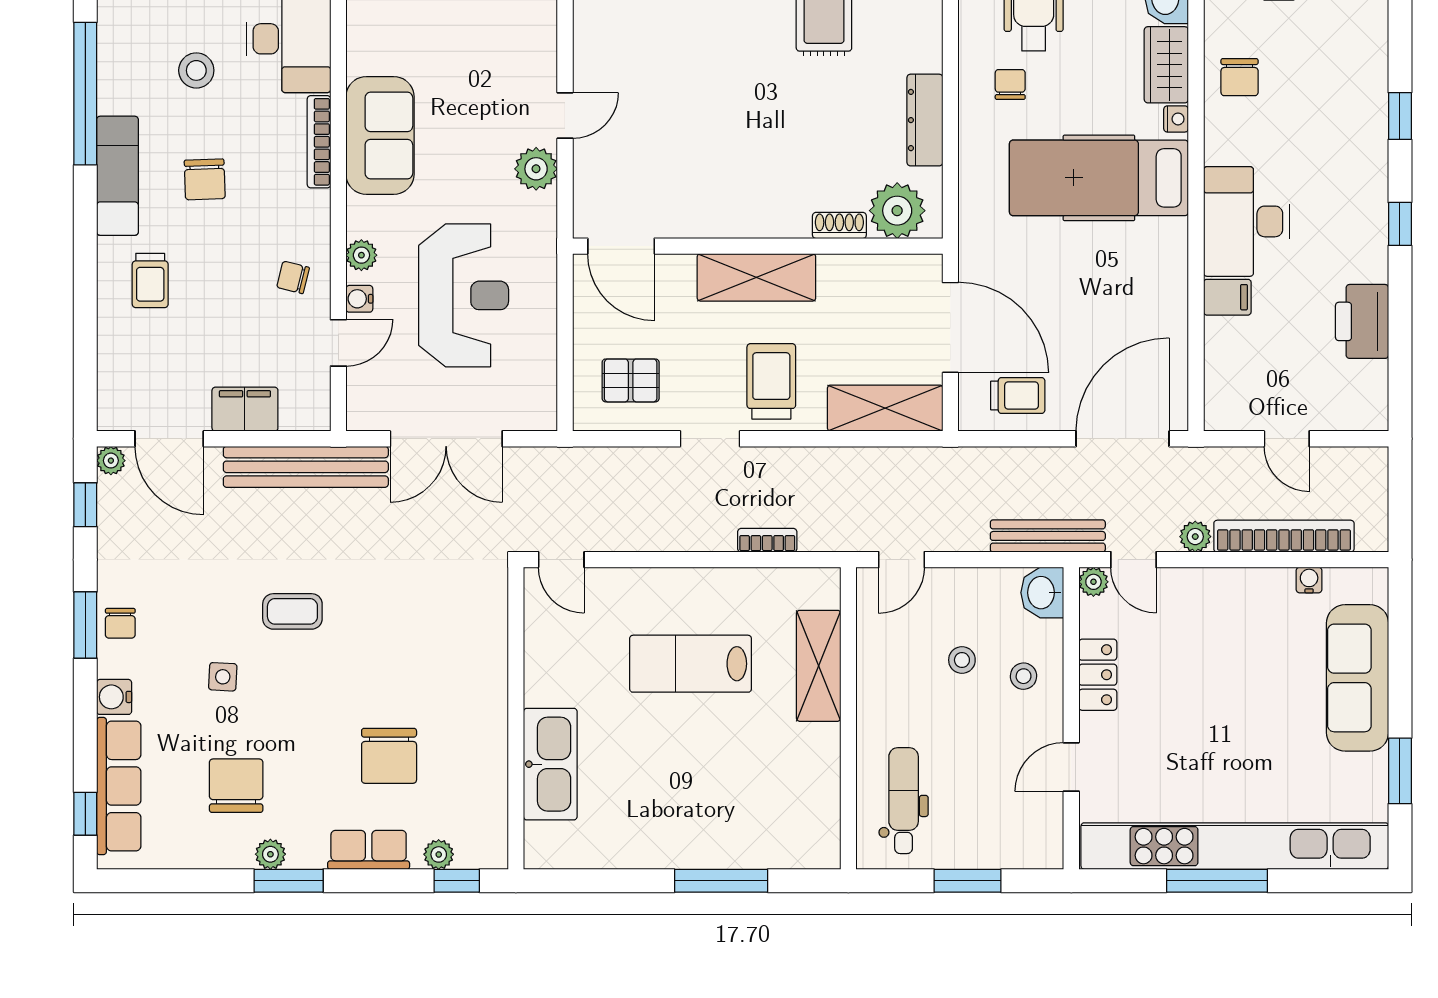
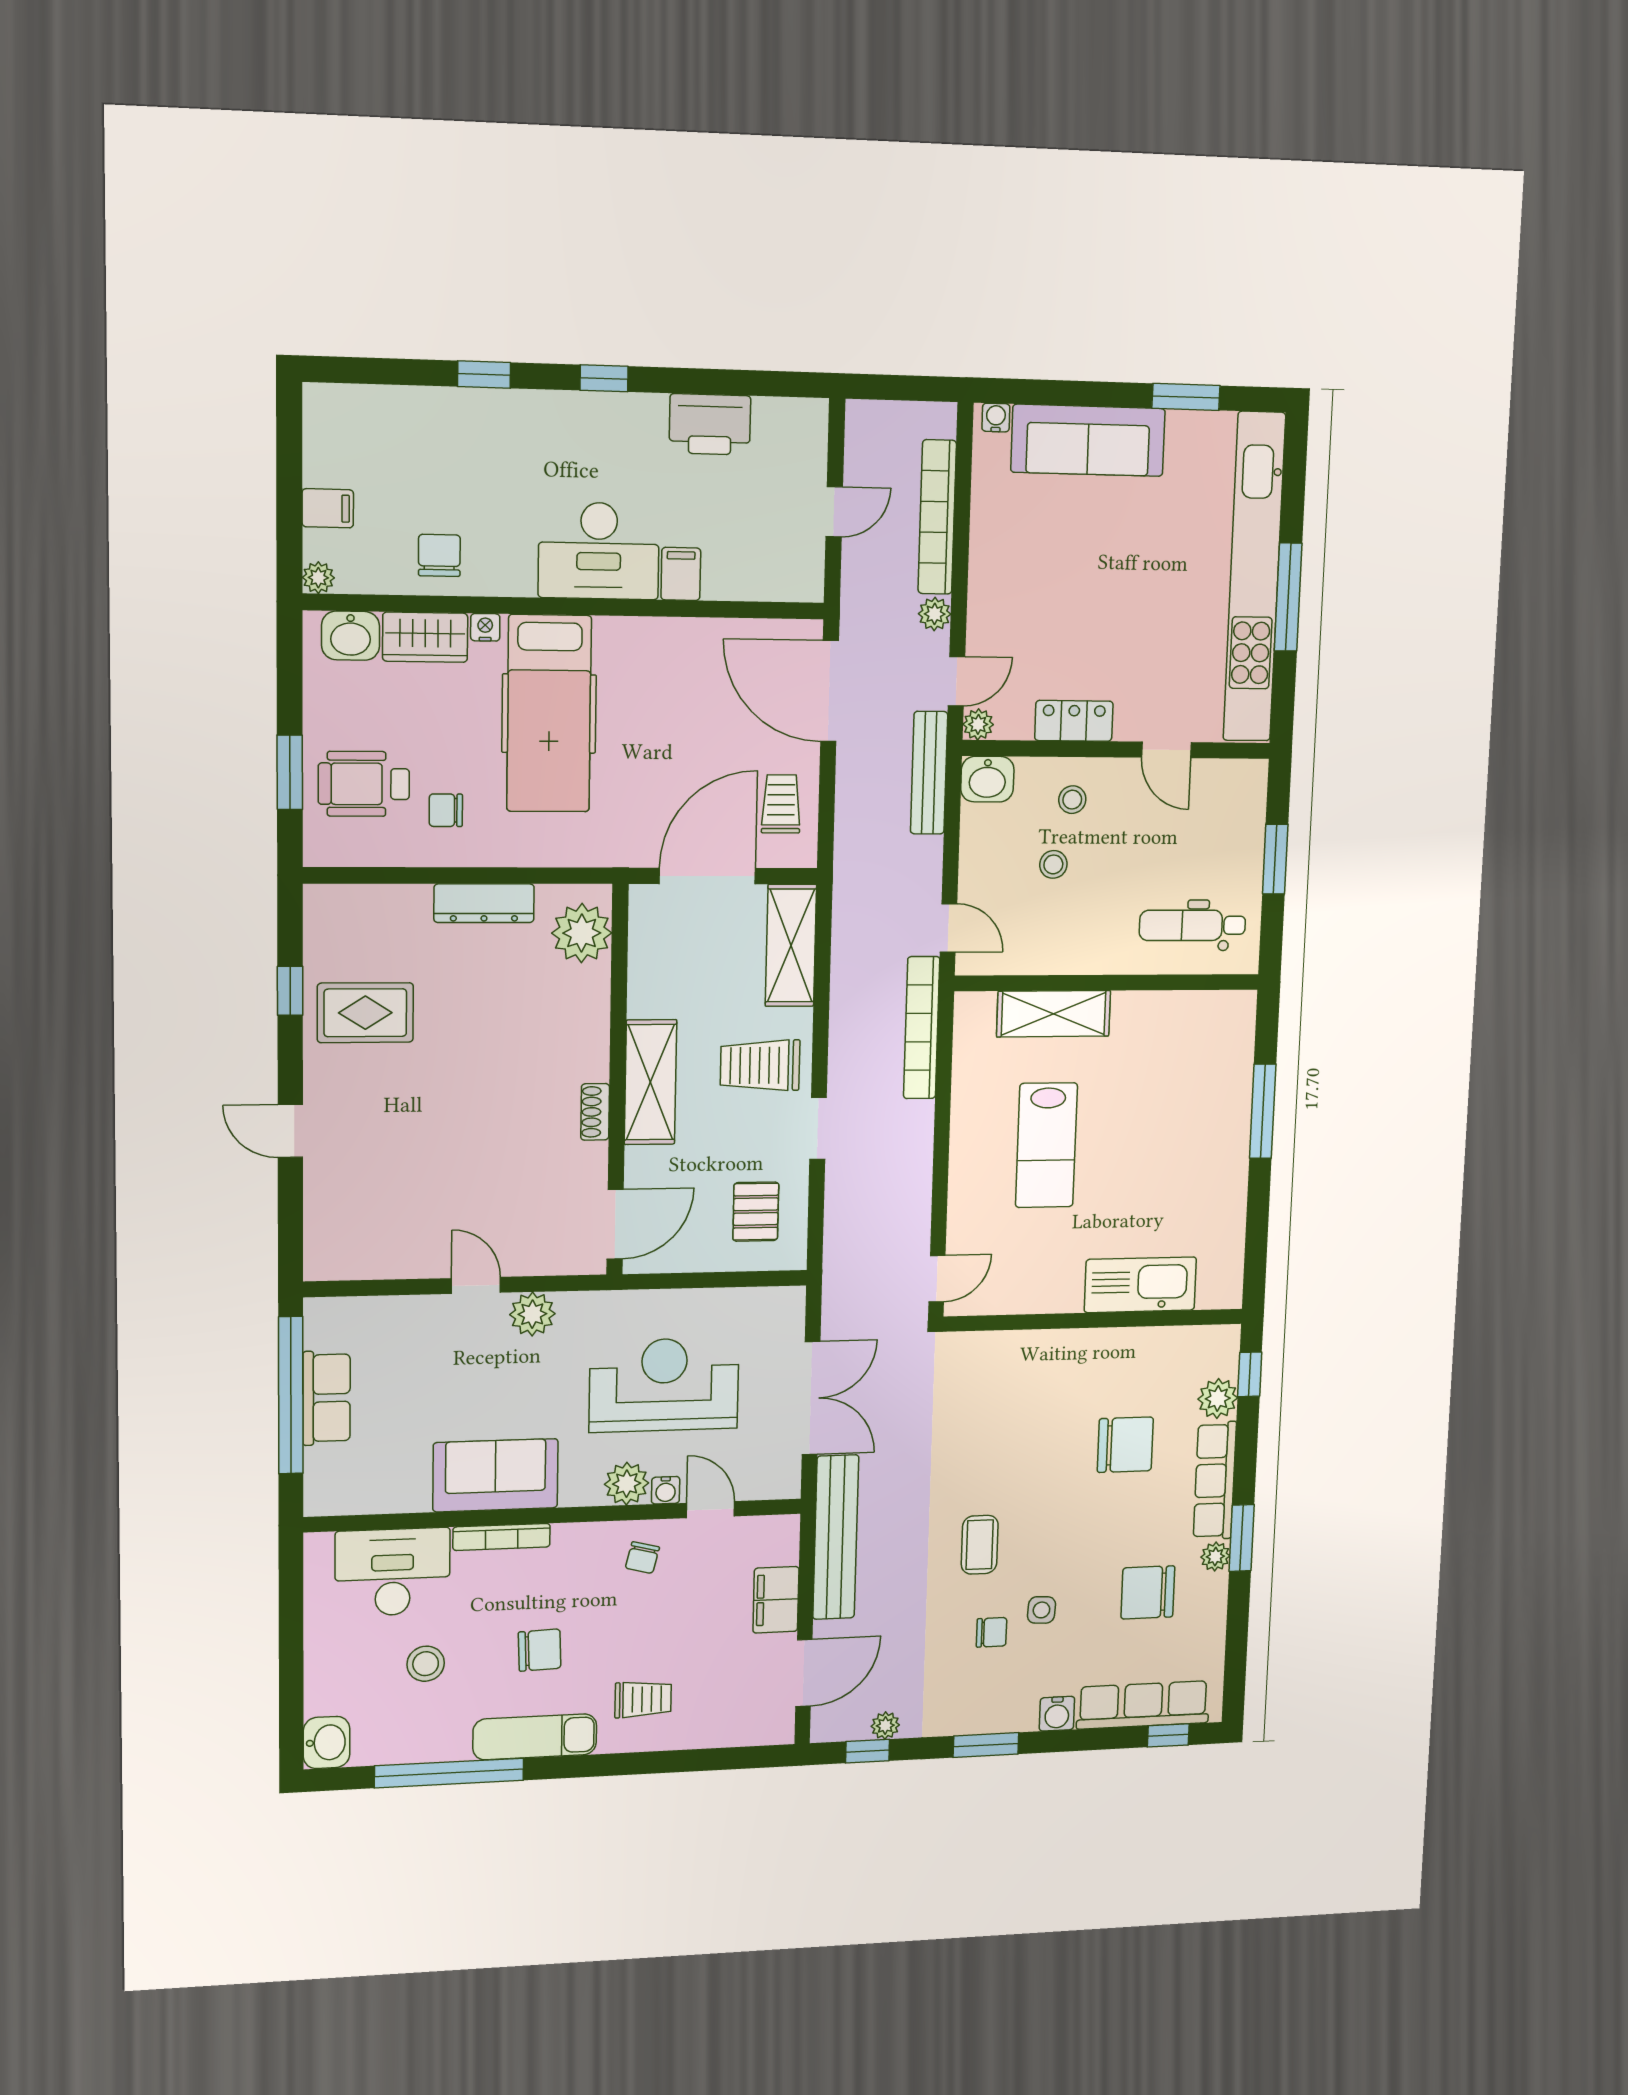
chair: (1240, 77) -> (439, 555), turned -90
shoe rack: (839, 225) -> (595, 1112), moved
plant: (361, 255) -> (627, 1484), width x1.38, depth x1.38
plant: (111, 461) -> (885, 1726), moved
bookcase: (767, 540) -> (922, 1028), width x2.31, depth x1.31
water cooler: (1309, 580) -> (996, 418), moved, turned 90
chair: (120, 623) -> (992, 1632), moved
row of seats: (369, 850) -> (1215, 1481), width x1.48
plant: (439, 854) -> (1218, 1398), width x1.38, depth x1.38

